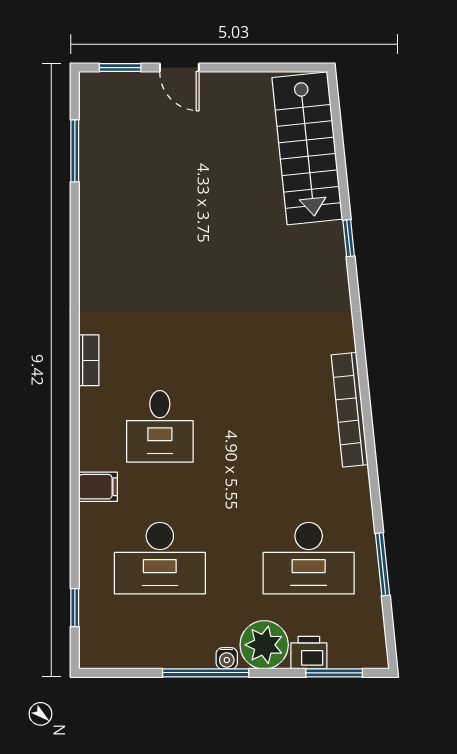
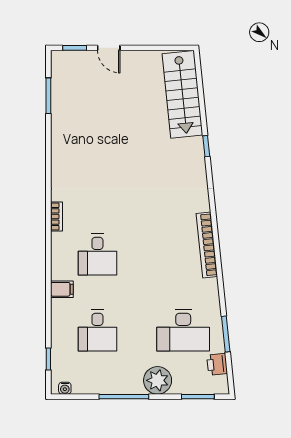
desk: (160, 558) -> (97, 330), width x0.73
printer: (309, 653) -> (217, 364), moved, turned -96
water cooler: (227, 658) -> (65, 388), moved

